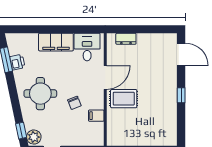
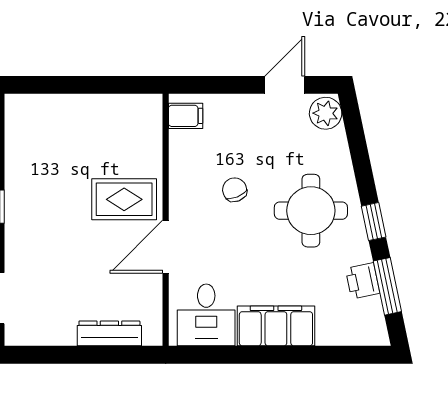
dresser: (126, 39) -> (109, 333), width x1.44
filing cabinet: (96, 116) -> (186, 116), moved
window: (21, 131) -> (374, 222), moved

